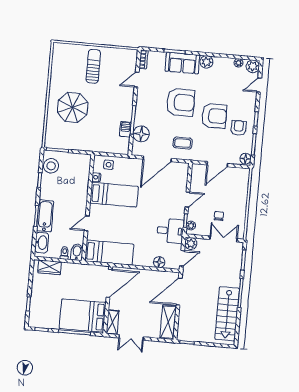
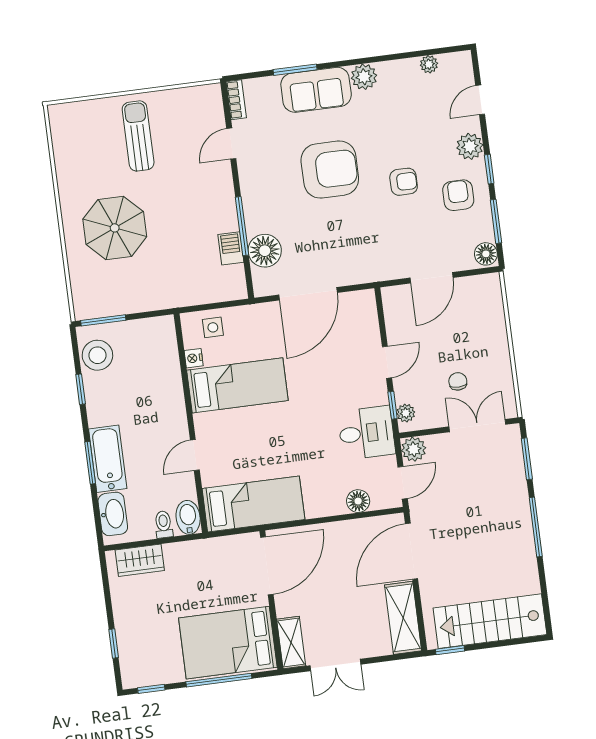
plant: (253, 66) -> (470, 146), moved
armchair: (214, 116) -> (404, 182), width x0.53, depth x0.53
coffee table: (183, 143) -> (352, 251), removed
stairs: (227, 314) -> (490, 621), moved, turned 90

